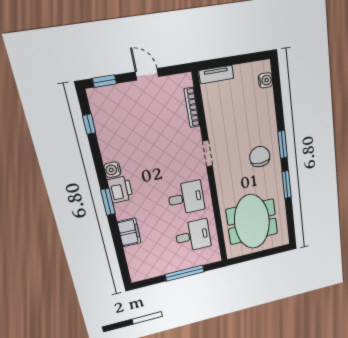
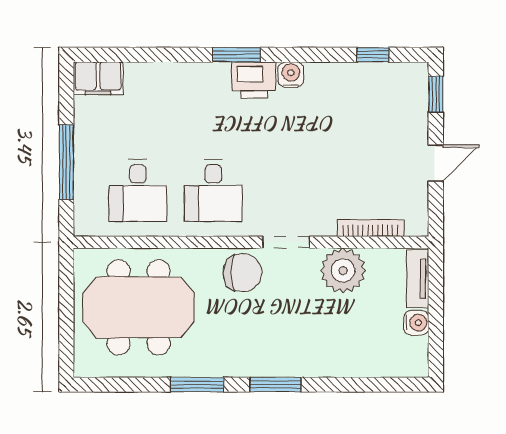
water cooler: (266, 80) -> (416, 323), moved, turned -90
plant: (218, 119) -> (343, 270), added
chair: (260, 157) -> (242, 273), moved
filing cabinet: (129, 232) -> (98, 78), moved

